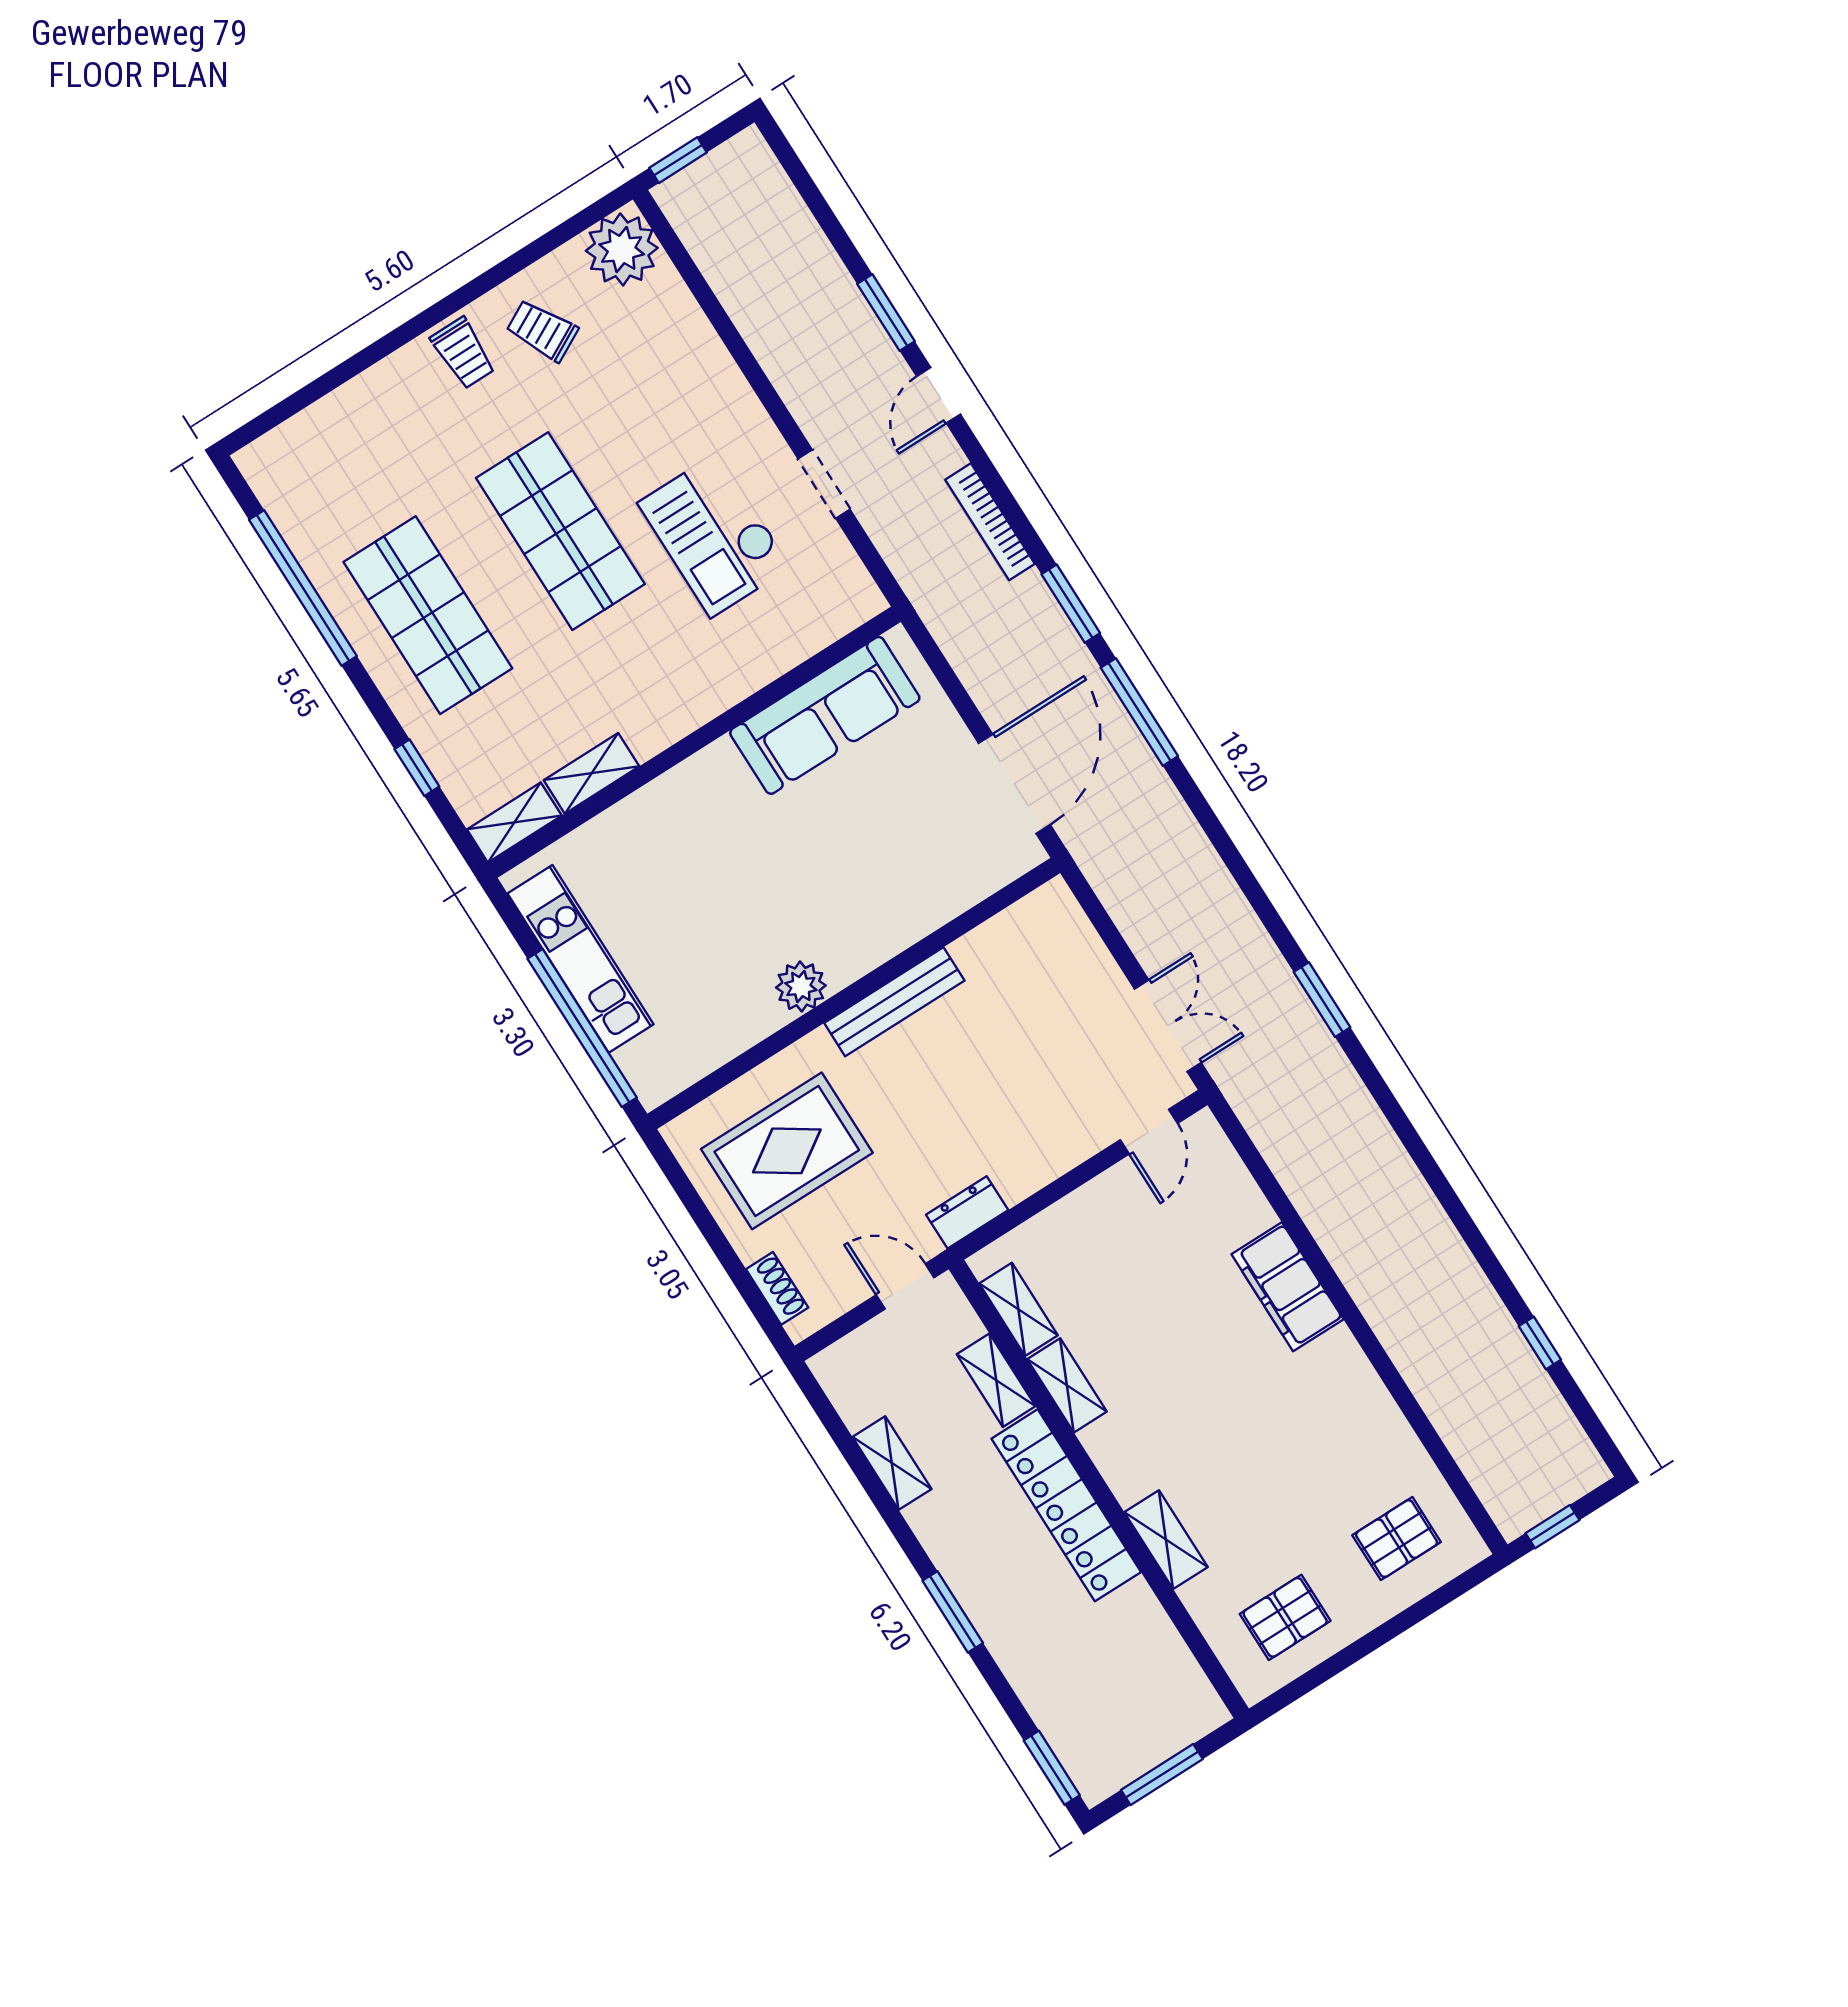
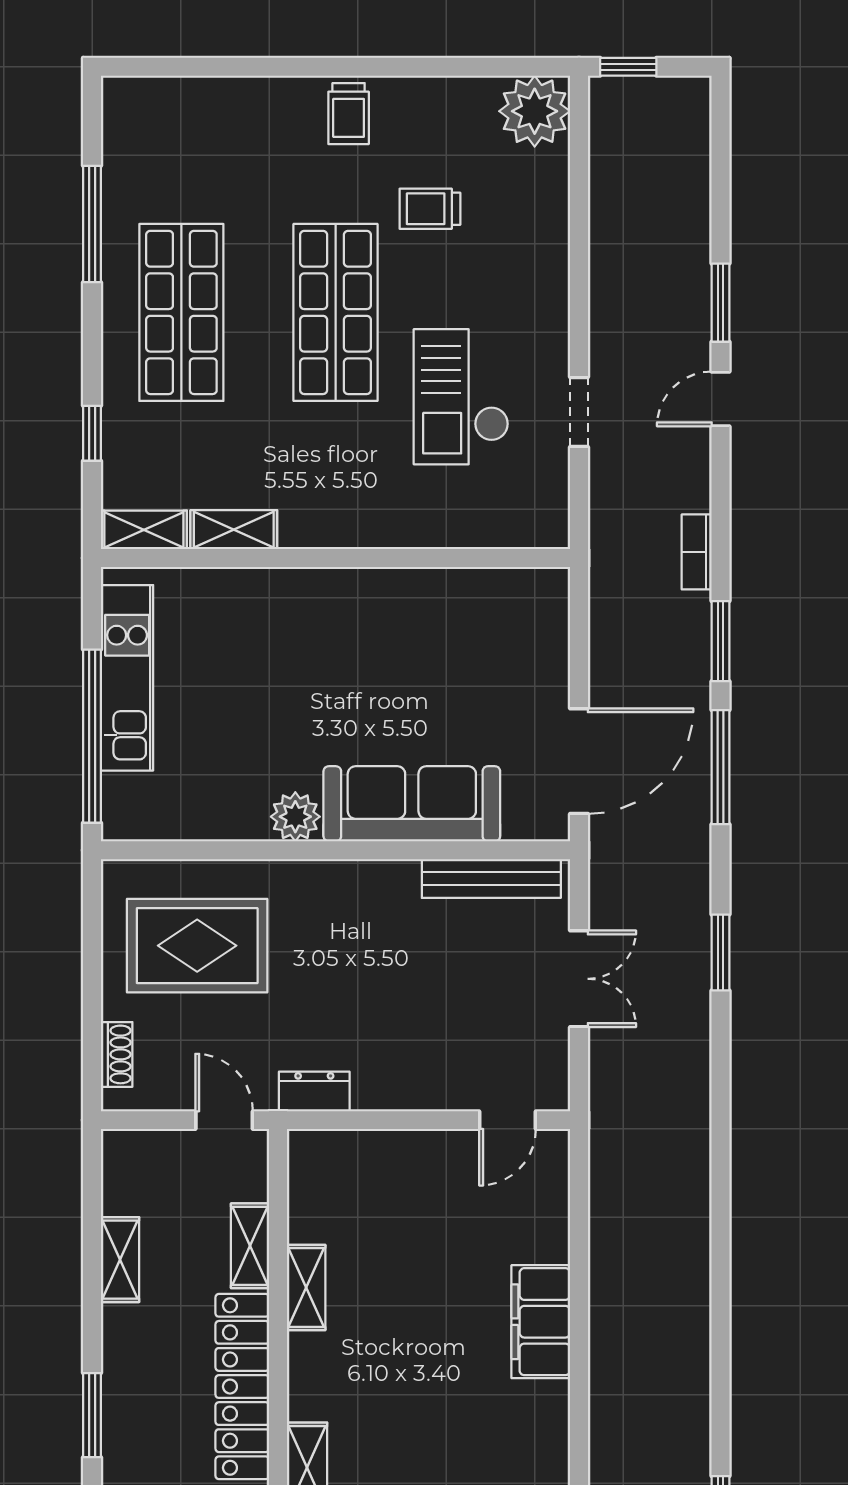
trolley: (542, 330) -> (430, 209), moved, turned -62
bookcase: (990, 522) -> (697, 552), width x0.64
window: (303, 588) -> (92, 224), width x0.68
sofa: (825, 715) -> (412, 804), moved, turned 180
window: (1322, 1000) -> (721, 953), moved
bench: (894, 1002) -> (491, 878), moved
double door: (1168, 1026) -> (579, 979), moved
shelving: (1019, 1309) -> (306, 1199), removed

